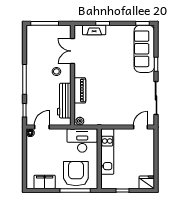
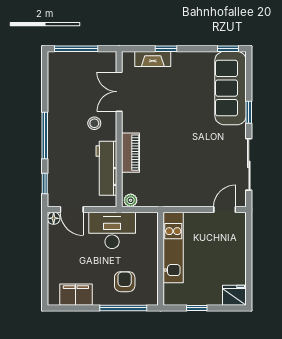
door: (42, 127) -> (72, 209), swing flipped
desk: (82, 141) -> (112, 230), moved
armchair: (76, 174) -> (125, 282), width x0.53, depth x0.53

